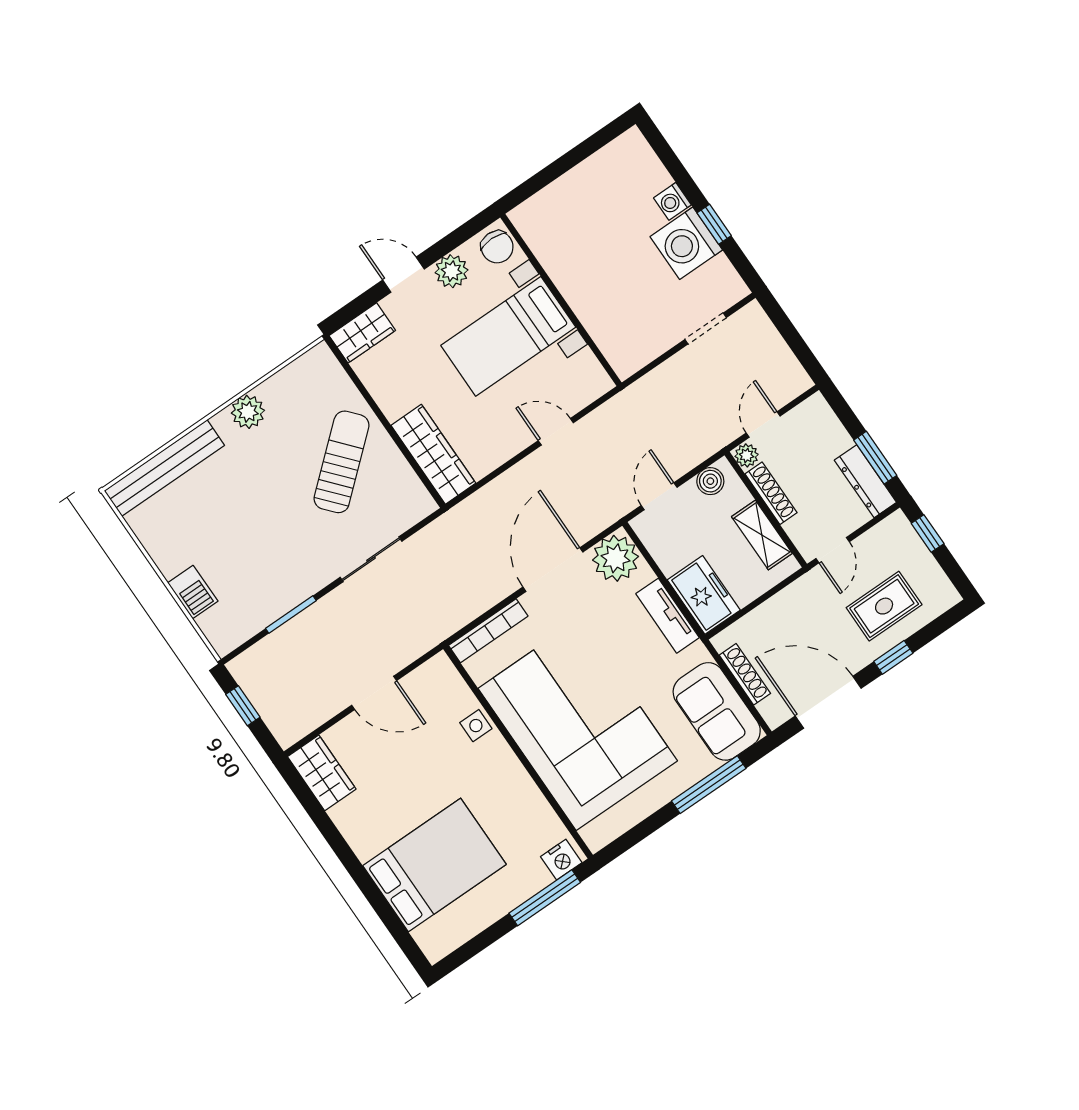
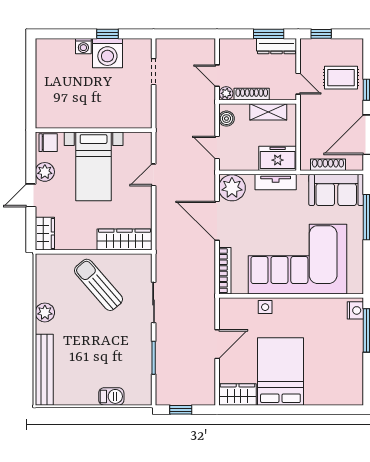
rug: (884, 606) -> (341, 78), turned 90
bed: (434, 865) -> (280, 371), moved

